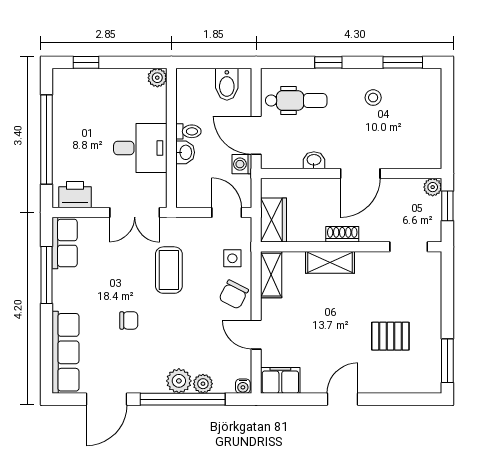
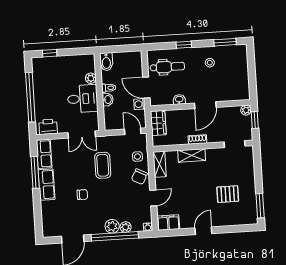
plant: (157, 78) -> (91, 78), moved
bidet: (227, 84) -> (106, 62), moved
wardrobe: (274, 220) -> (158, 123), moved
door: (256, 335) -> (153, 198), swing flipped
row of seats: (66, 352) -> (46, 185), moved, width x0.68

